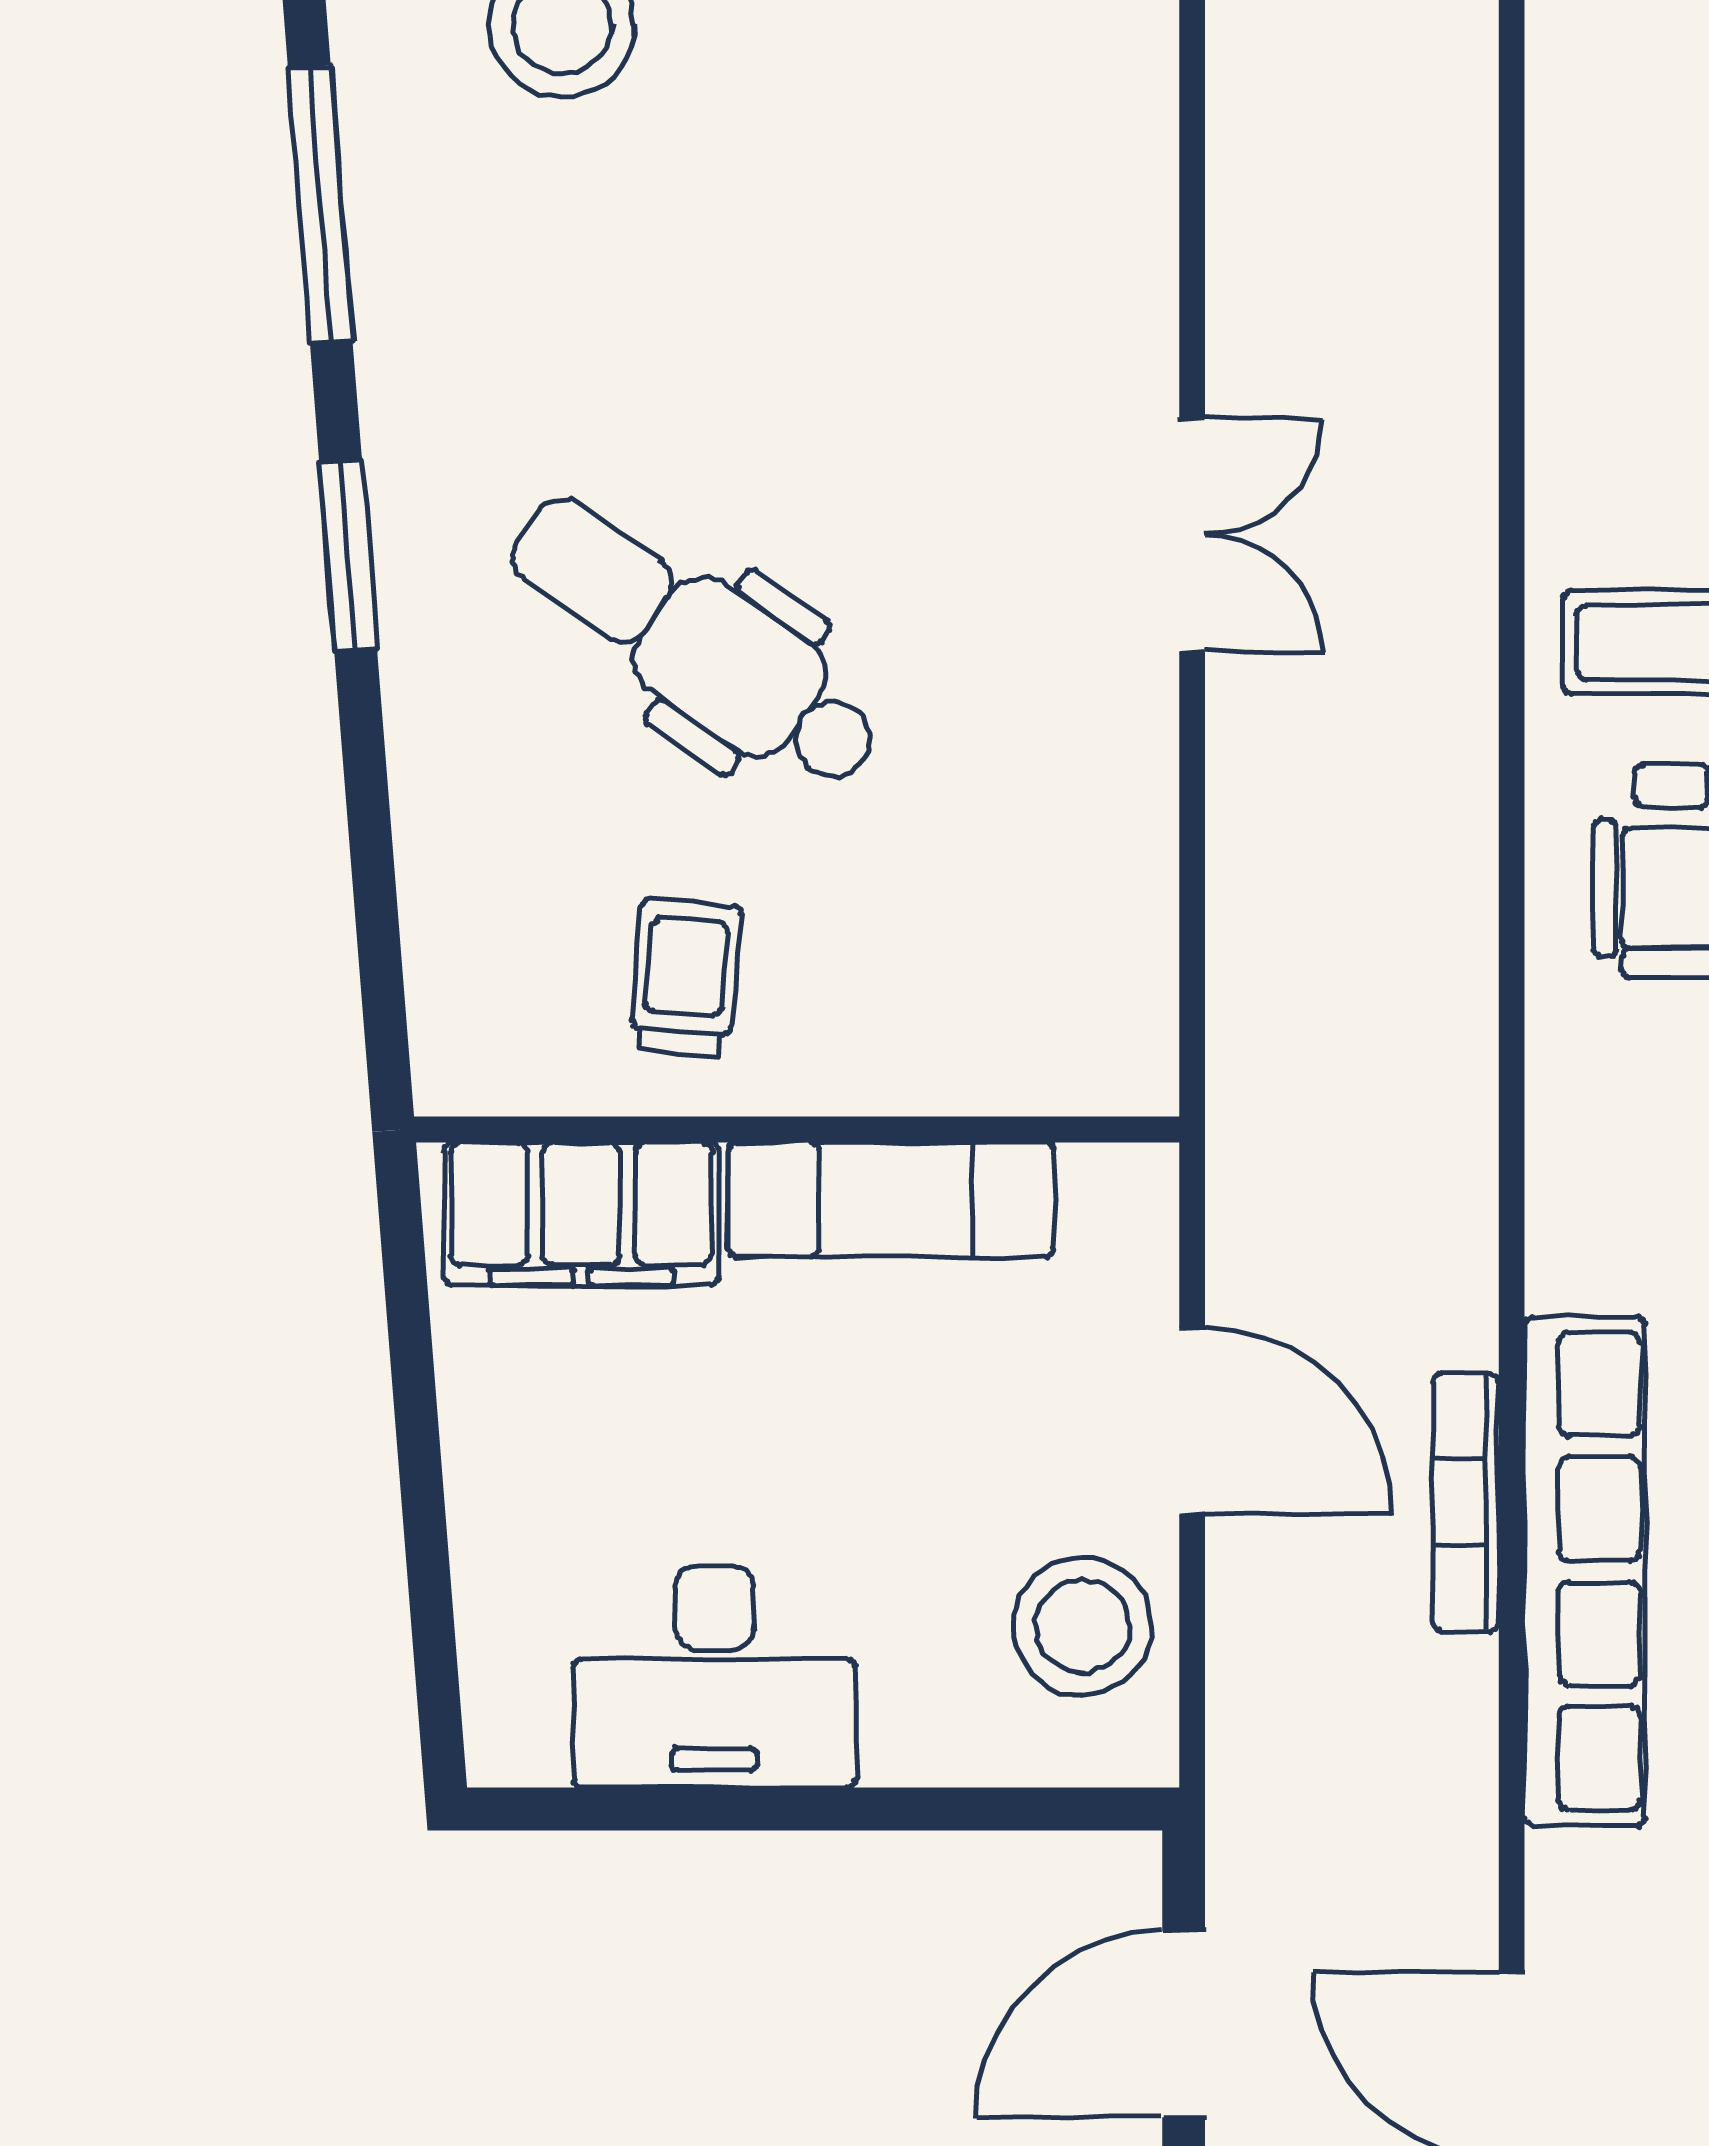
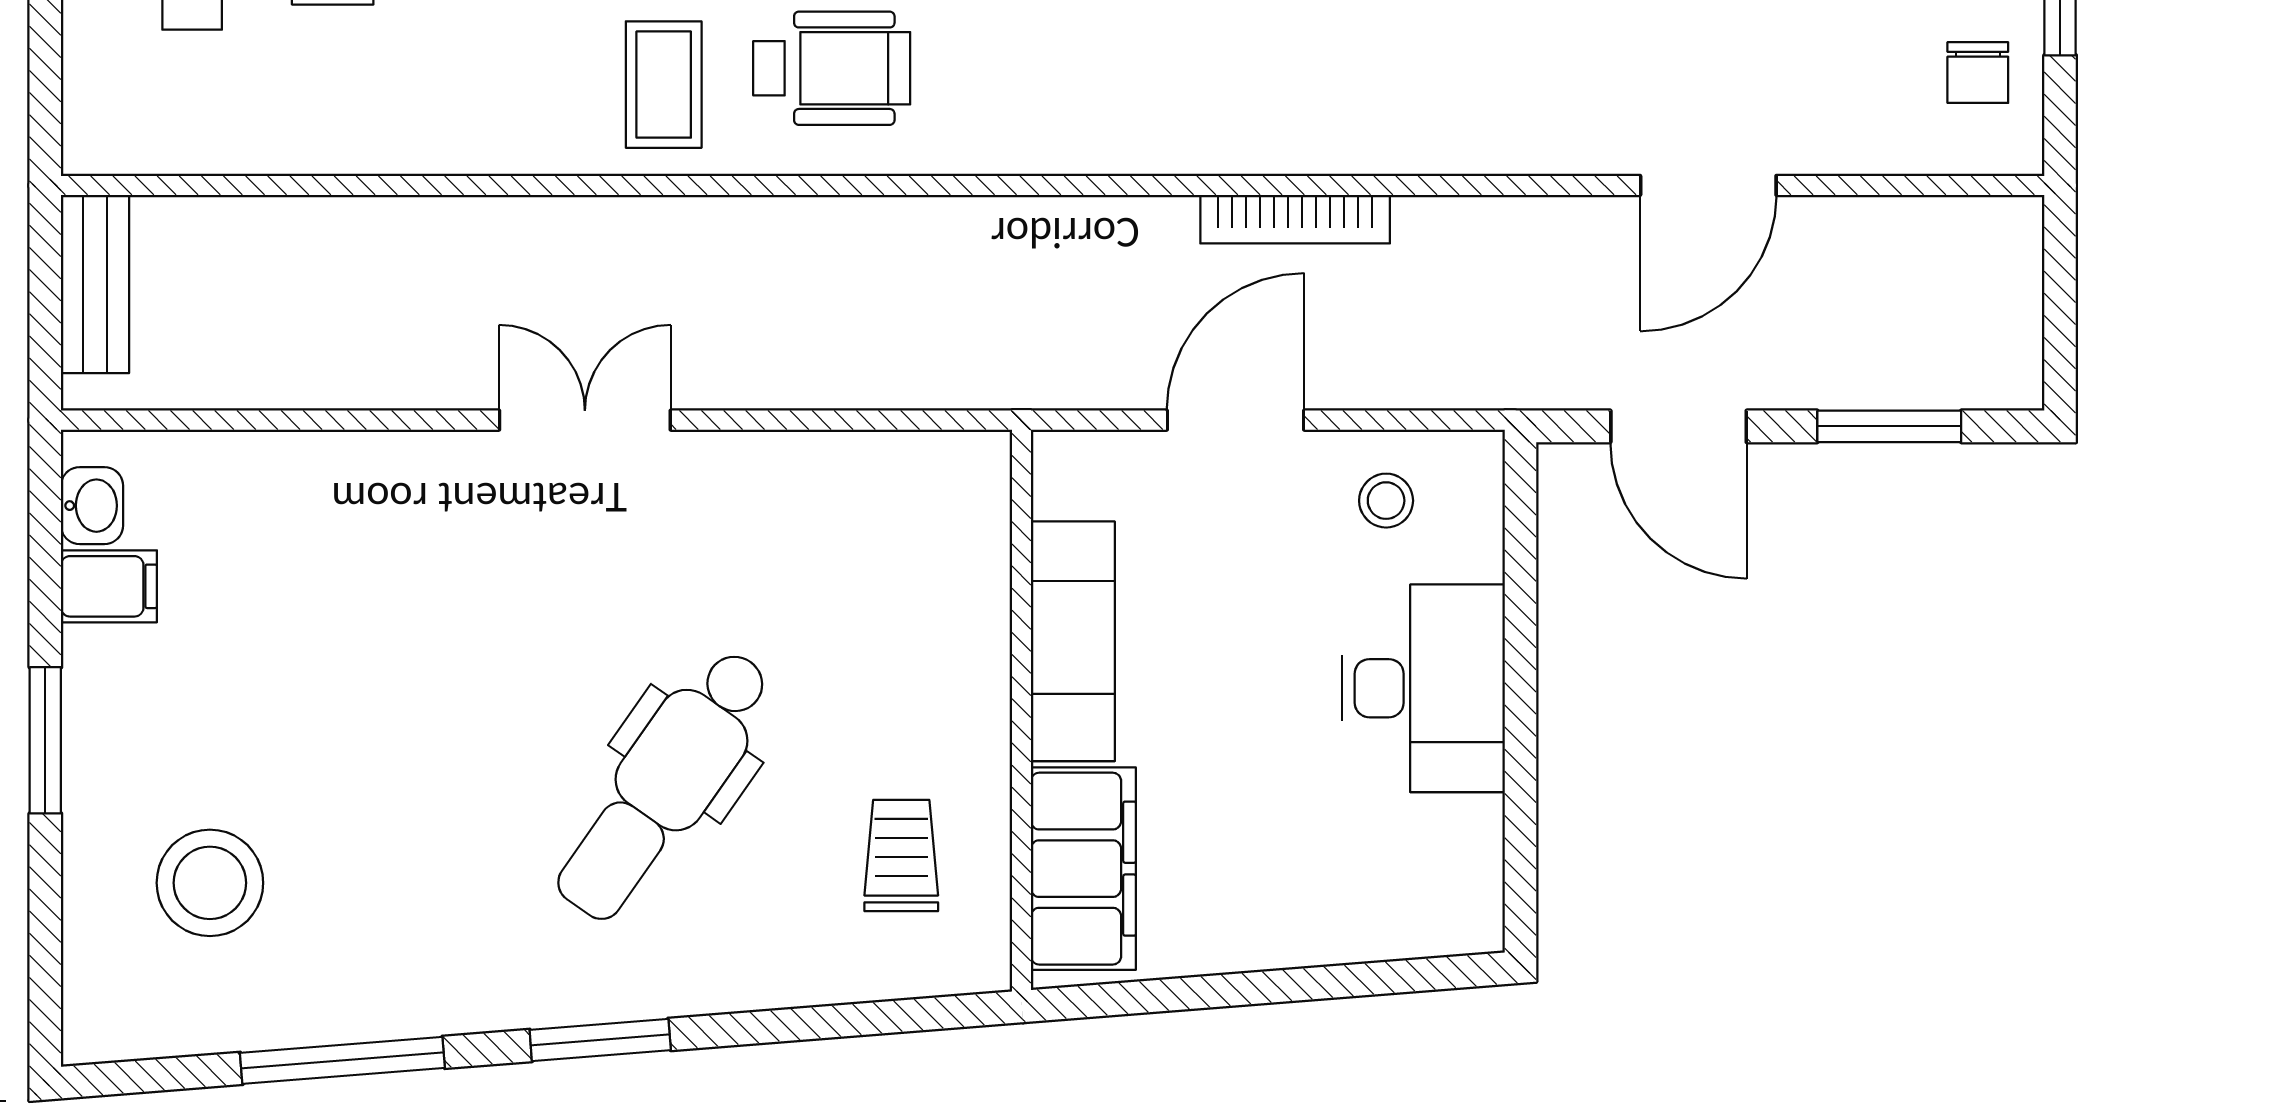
trolley: (685, 977) -> (901, 855), moved, turned 85
row of seats: (1585, 1571) -> (1346, 132), removed
stool: (1083, 1626) -> (1386, 501), width x0.53, depth x0.53
desk: (715, 1677) -> (1423, 688), moved

